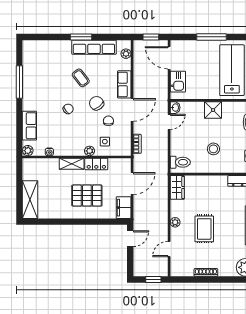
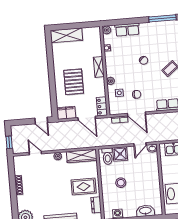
chair: (97, 103) -> (150, 83), removed
door: (132, 110) -> (137, 114), moved
shower: (213, 110) -> (120, 154), moved
door: (169, 122) -> (140, 144), hinge flipped
locker: (96, 164) -> (102, 106), moved
wardrobe: (177, 187) -> (82, 156), width x1.50
rug: (204, 229) -> (84, 187), moved

